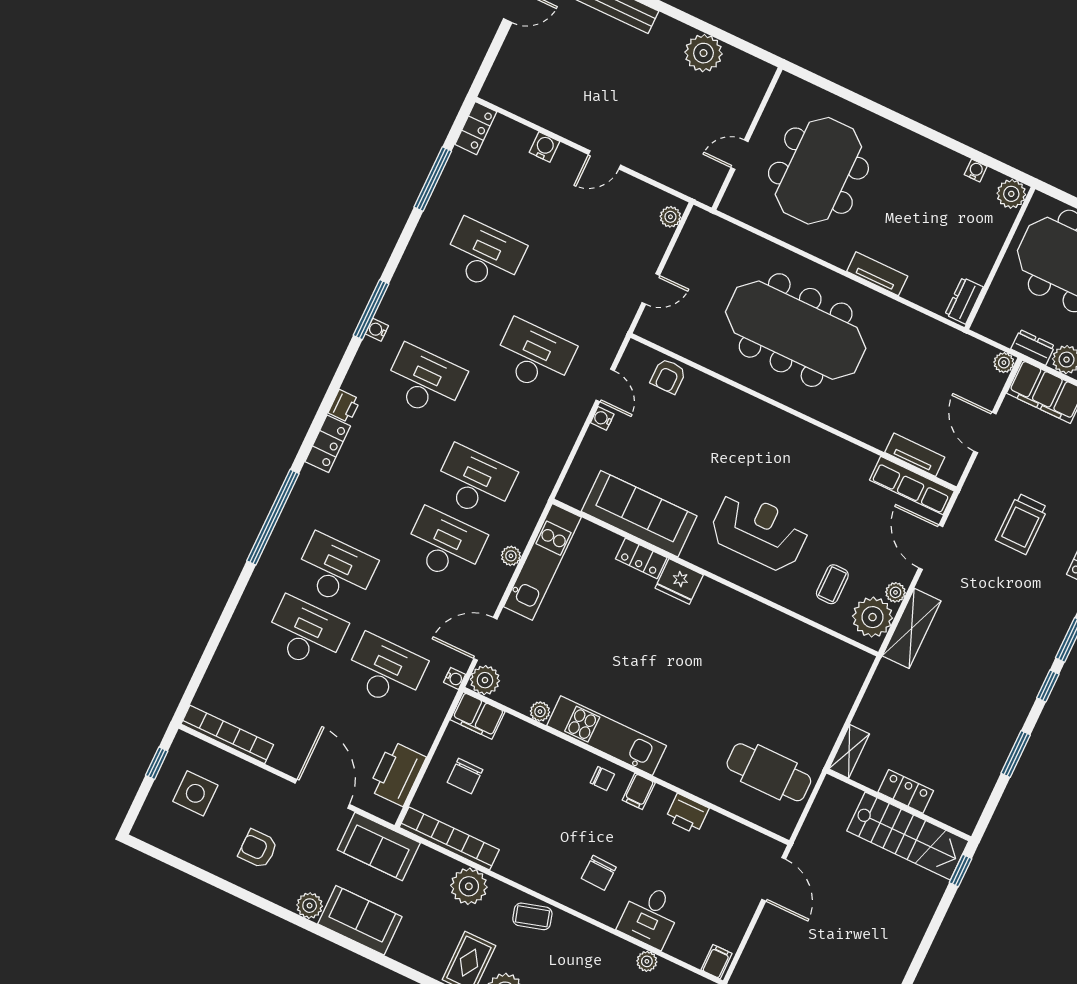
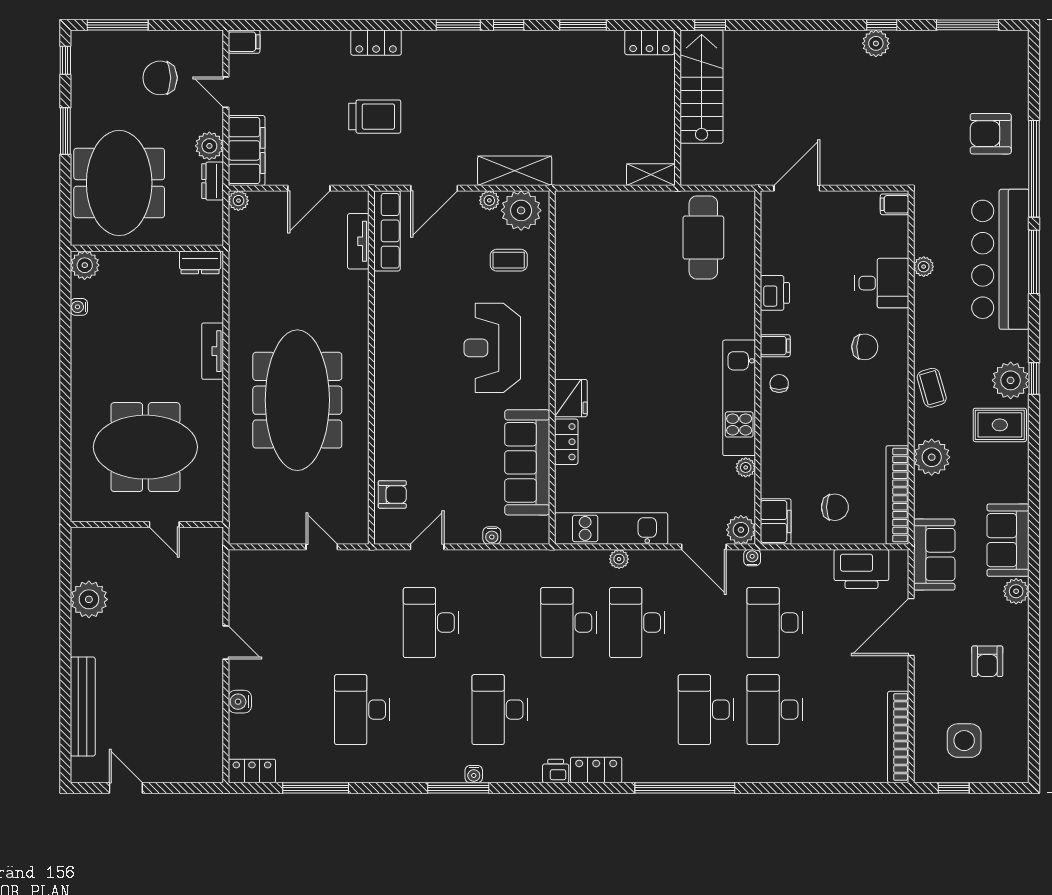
plant: (670, 217) -> (249, 560), removed
water cooler: (602, 418) -> (492, 536), moved
locker: (906, 791) -> (649, 42), moved, turned -90

